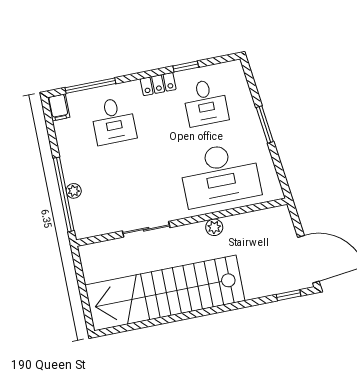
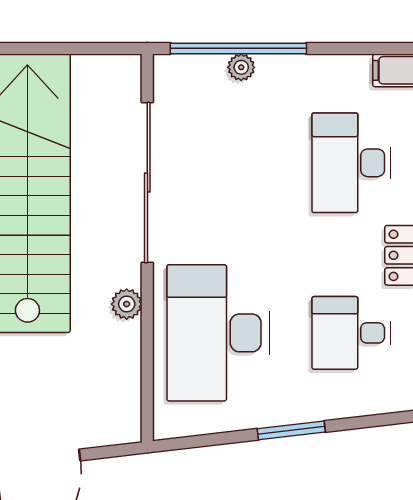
desk: (113, 121) -> (351, 163), width x1.37
sliding door: (146, 229) -> (147, 182), width x1.86

